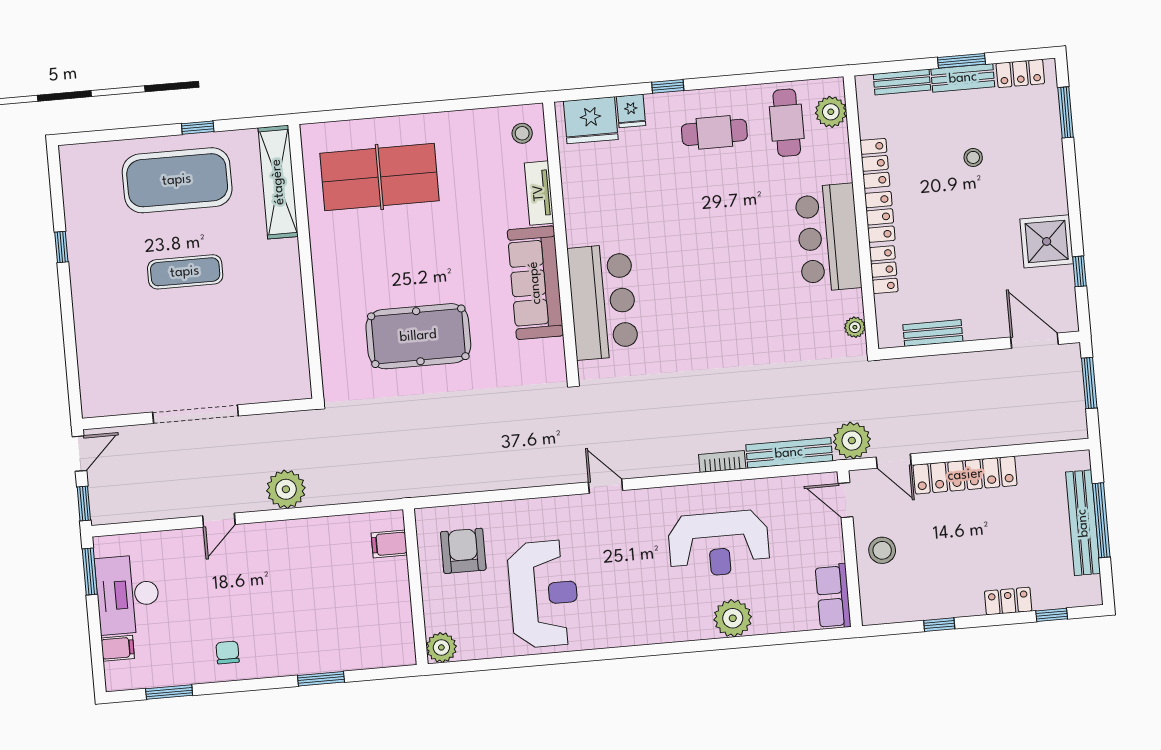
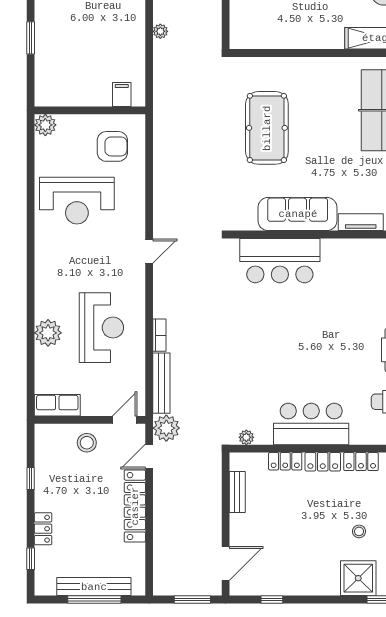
shower: (1047, 241) -> (358, 578), moved
plant: (286, 489) -> (160, 31), width x0.53, depth x0.53
reception desk: (719, 544) -> (101, 328), turned 180

